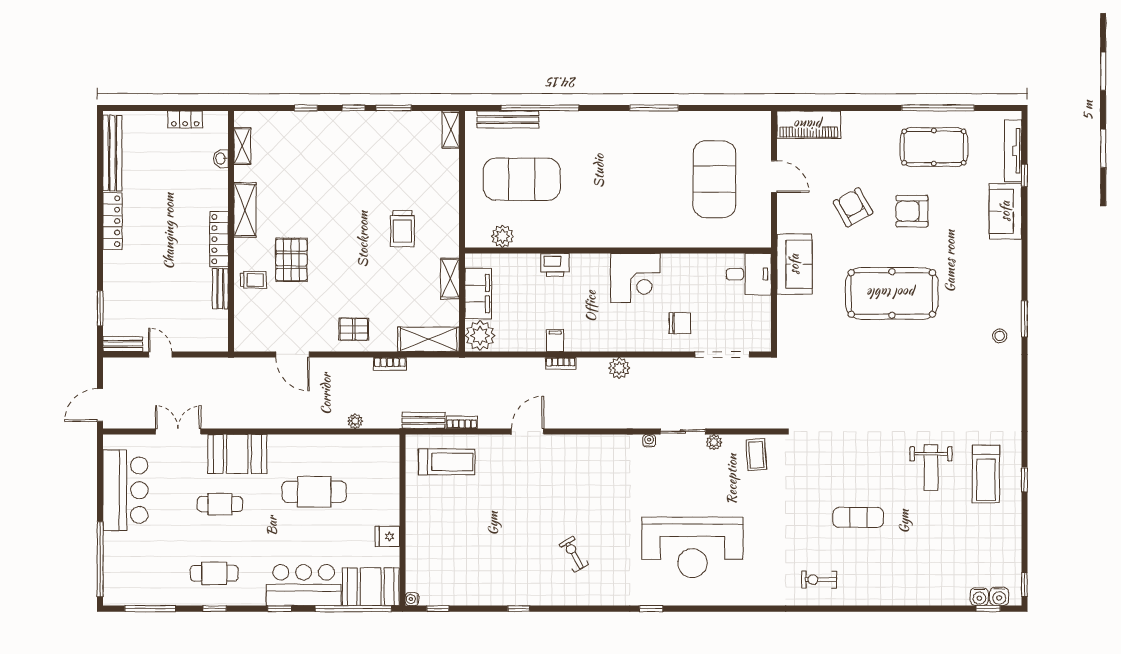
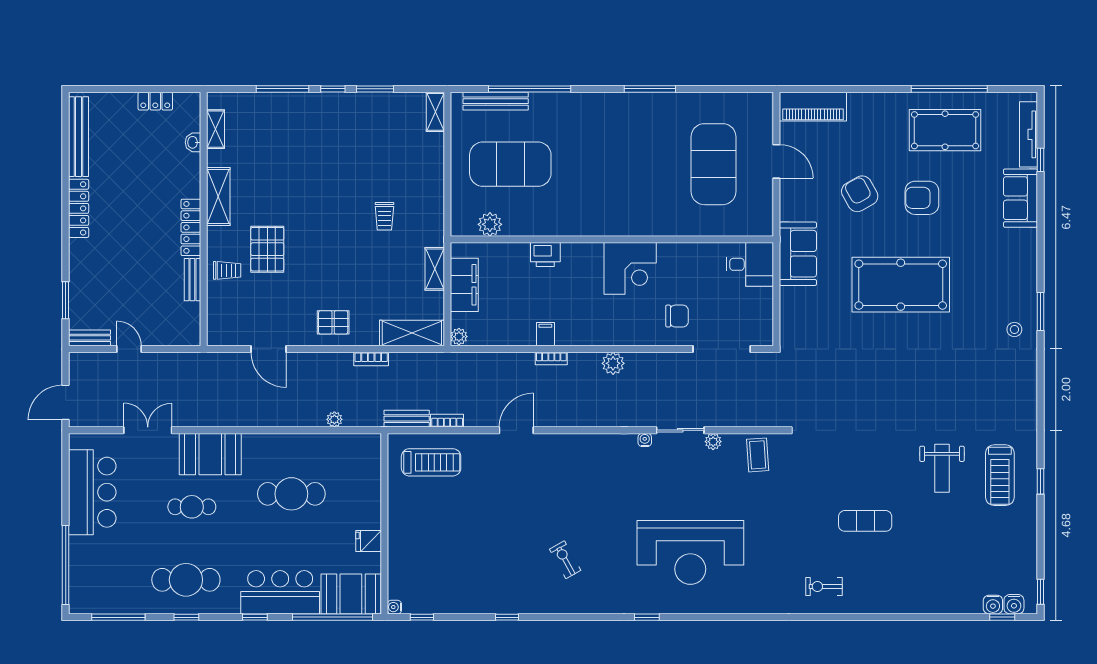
window: (306, 108) -> (282, 89), width x2.17
trolley: (402, 229) -> (384, 216), width x0.73, depth x0.72
plant: (480, 336) -> (459, 337), width x0.53, depth x0.53
cafe table: (214, 573) -> (186, 580), width x1.37, depth x1.35

